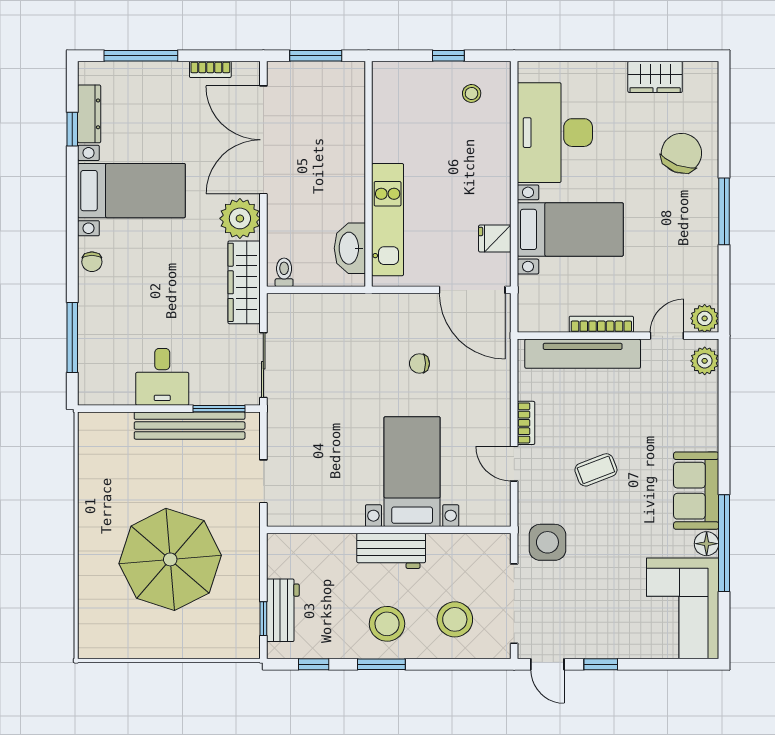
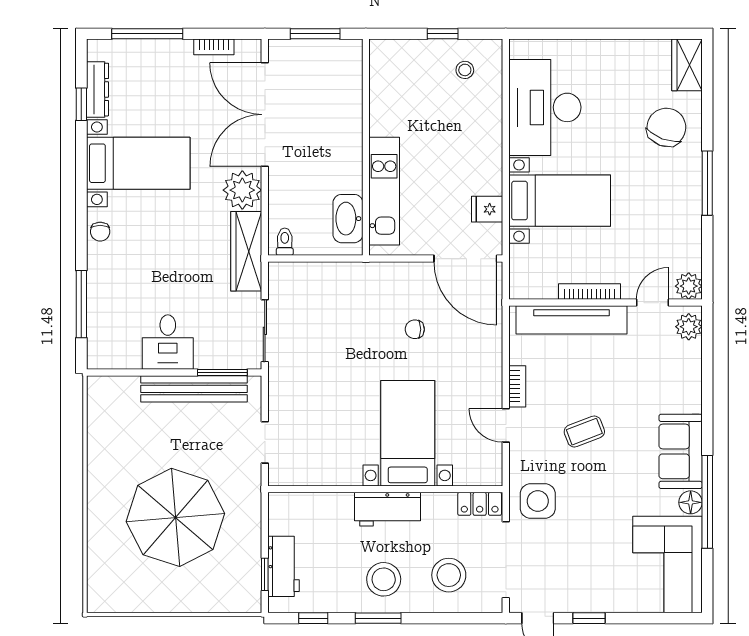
wardrobe: (655, 77) -> (687, 65), moved, turned 90
locker: (487, 545) -> (480, 504), added

